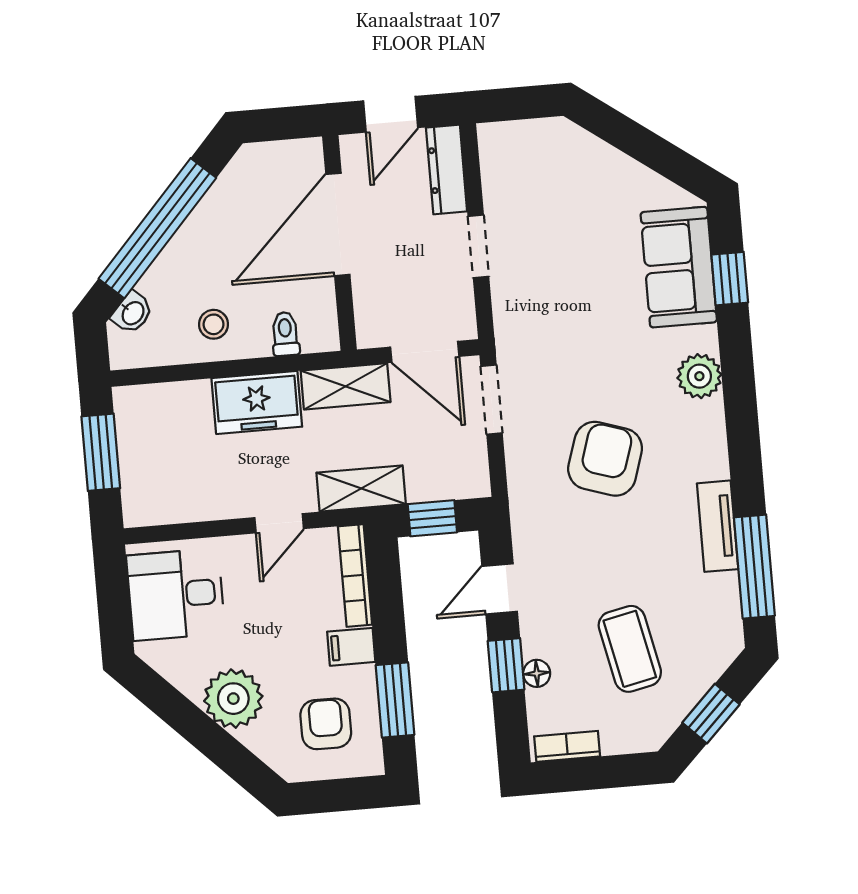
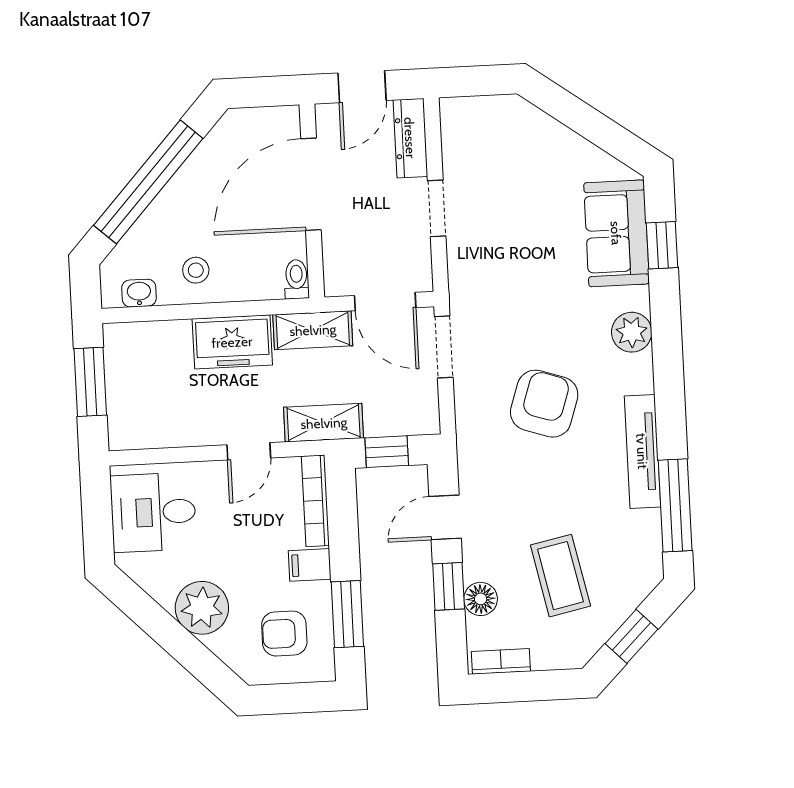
washbasin: (132, 313) -> (139, 293), moved, turned -132
toilet: (285, 334) -> (296, 279), moved
tv unit: (718, 526) -> (642, 451), width x1.41
floor lamp: (537, 673) -> (481, 599), width x1.37, depth x1.37
armchair: (326, 724) -> (284, 634), turned -90

